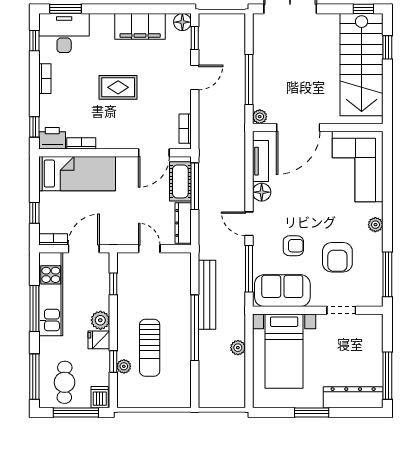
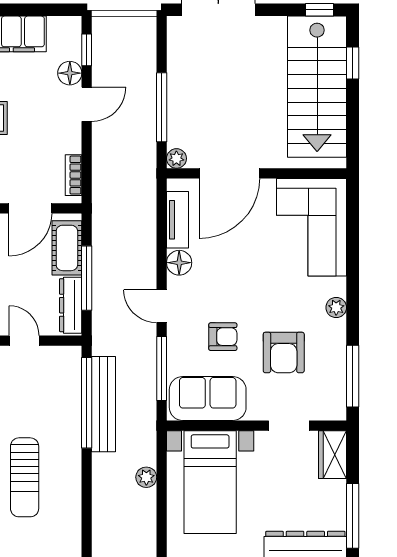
floor lamp: (182, 22) -> (70, 73), moved
window: (195, 186) -> (87, 278), moved
window: (195, 328) -> (87, 403), moved
wardrobe: (373, 331) -> (332, 455), added

